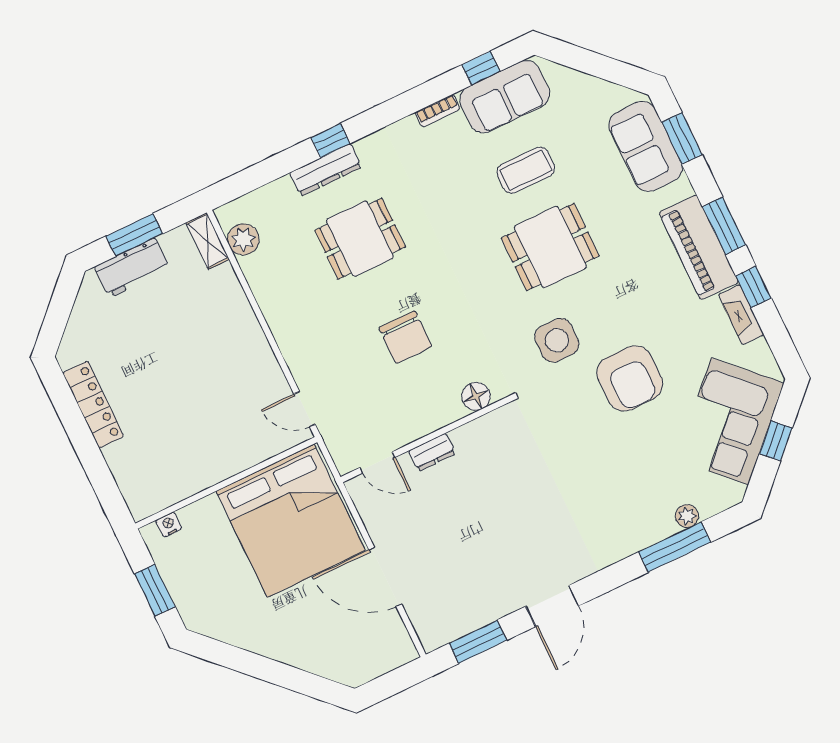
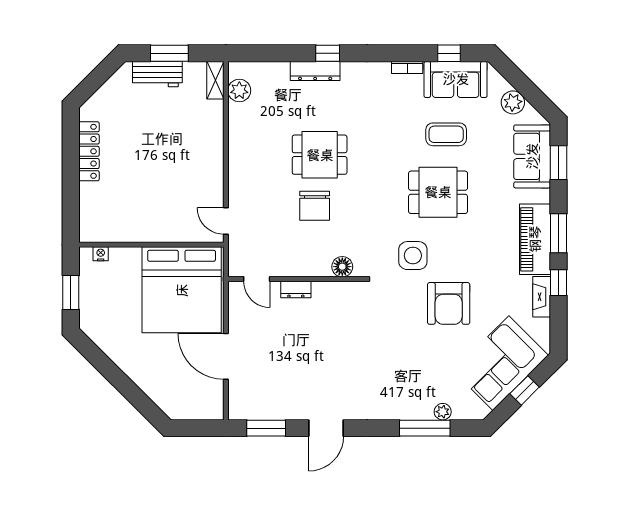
plant: (589, 91) -> (513, 102), added
dining table: (360, 239) -> (320, 155), moved

